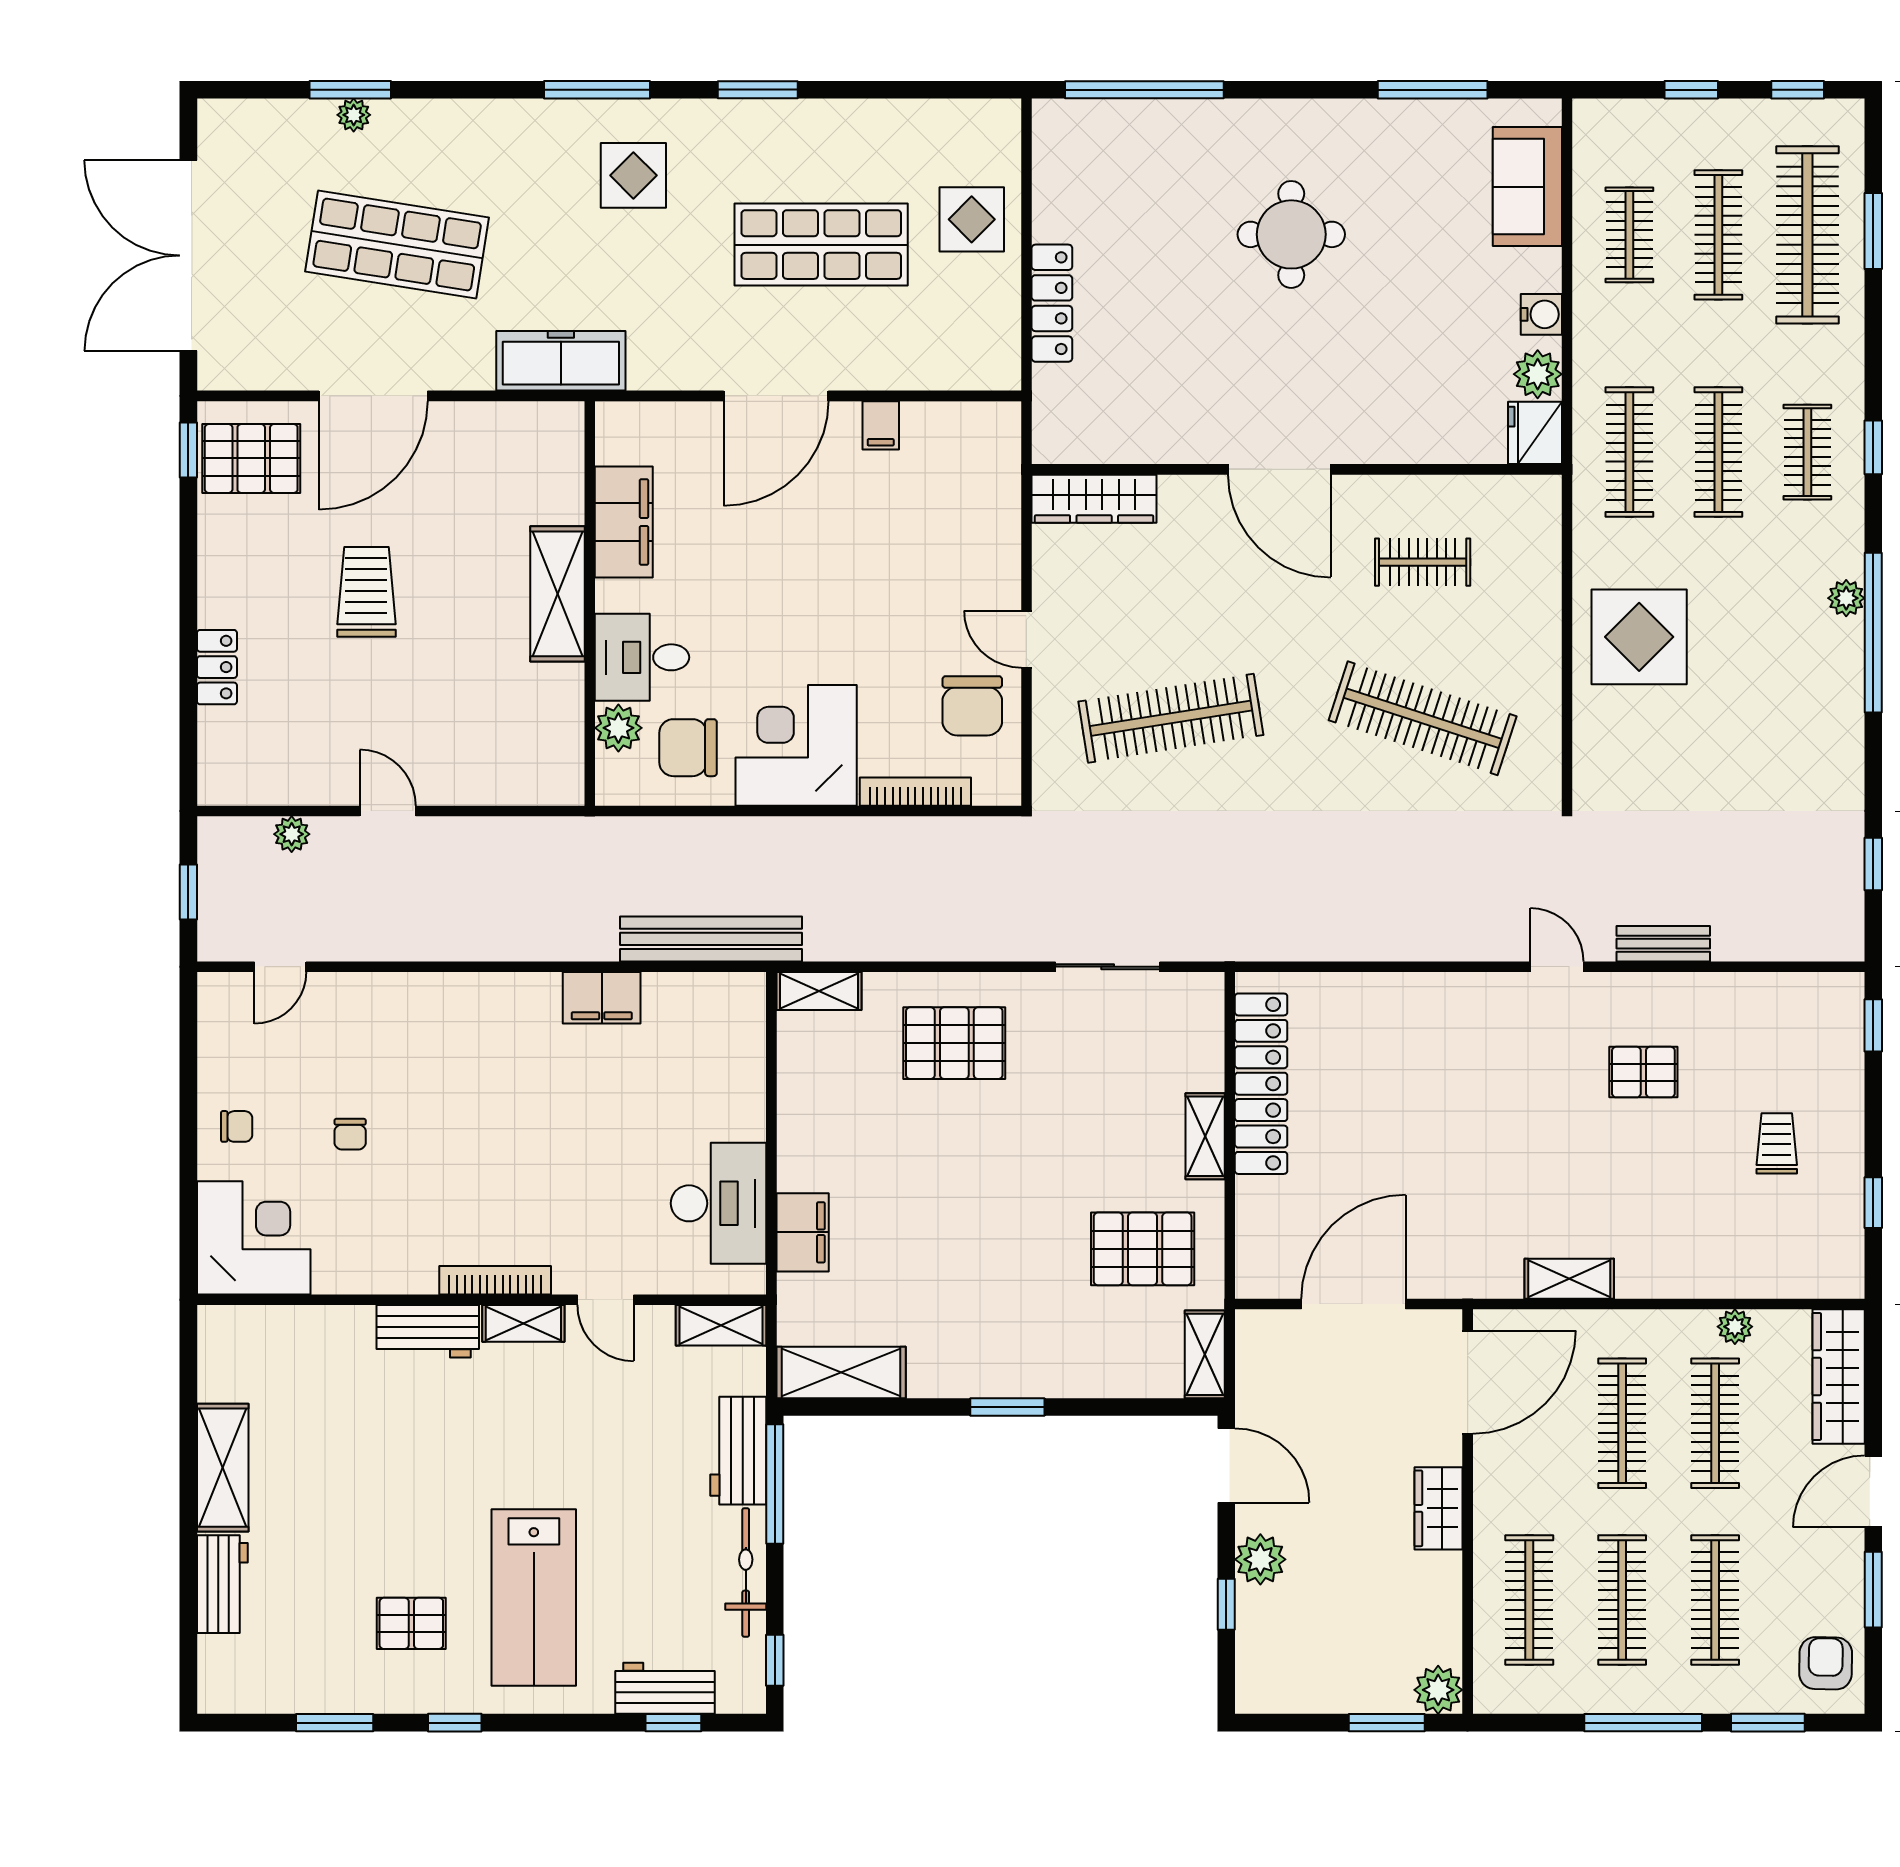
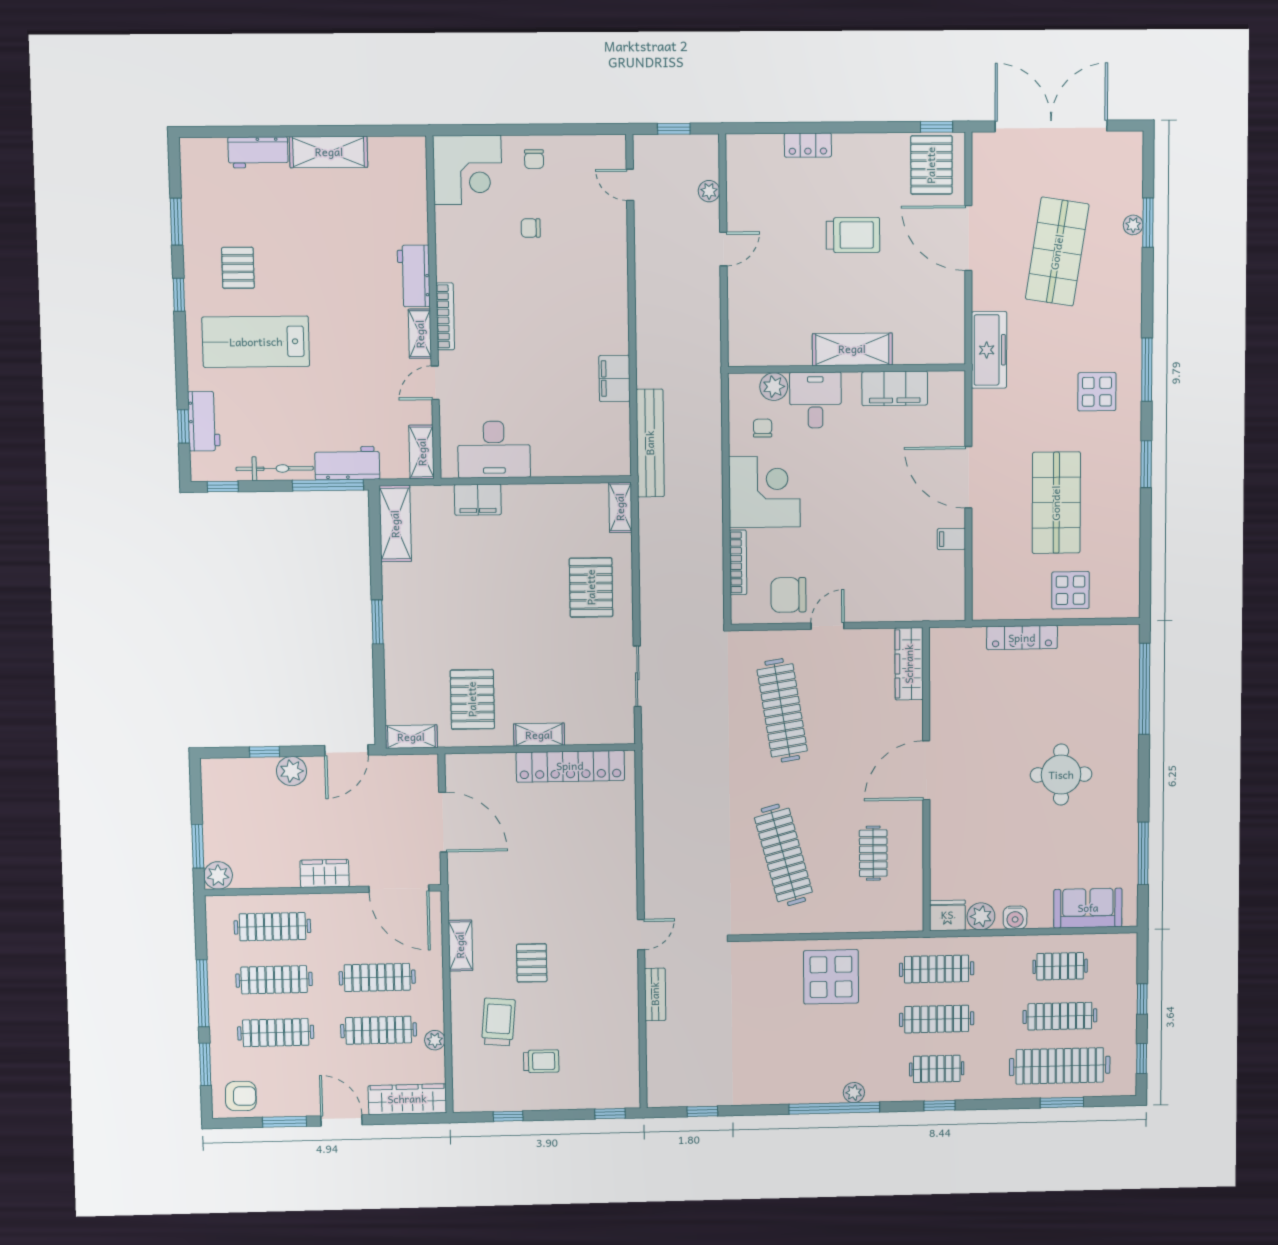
clothes rail: (1423, 718) -> (783, 855), turned -33
chair: (688, 748) -> (763, 428), width x0.54, depth x0.54
pallet: (1643, 1072) -> (532, 963), moved
trolley: (1706, 1216) -> (498, 1022), added

